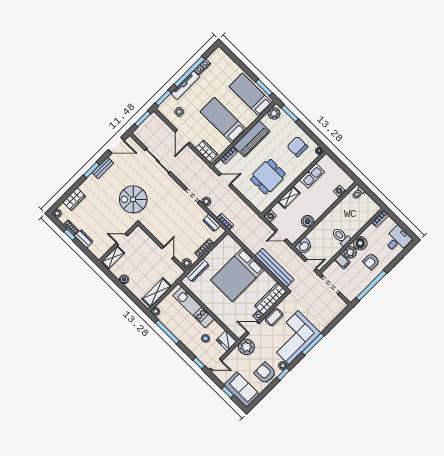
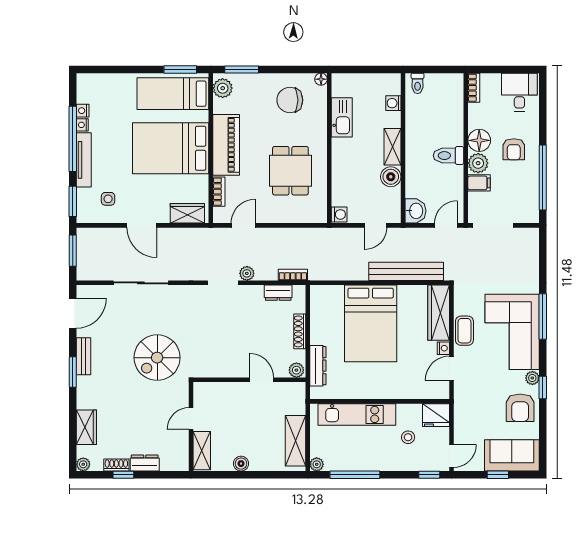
bed: (223, 120) -> (171, 148), width x1.50
shelving: (289, 197) -> (392, 147), moved
plant: (246, 347) -> (467, 399), removed
armchair: (265, 373) -> (520, 408), turned -90

